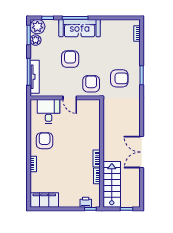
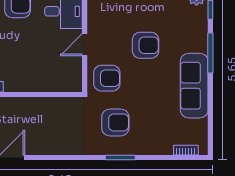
sofa: (80, 28) -> (194, 86), moved
armchair: (119, 78) -> (115, 122), turned -90

